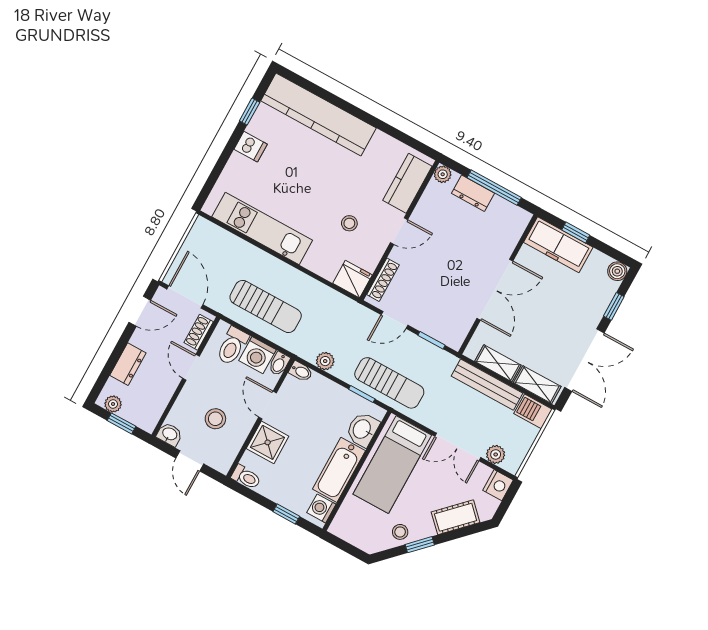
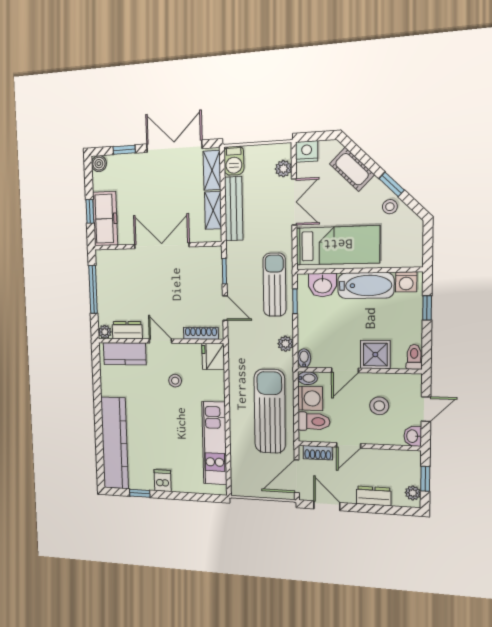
dresser: (473, 193) -> (127, 330), moved, turned -90
sun lounger: (266, 307) -> (270, 411), width x1.36, depth x1.34

